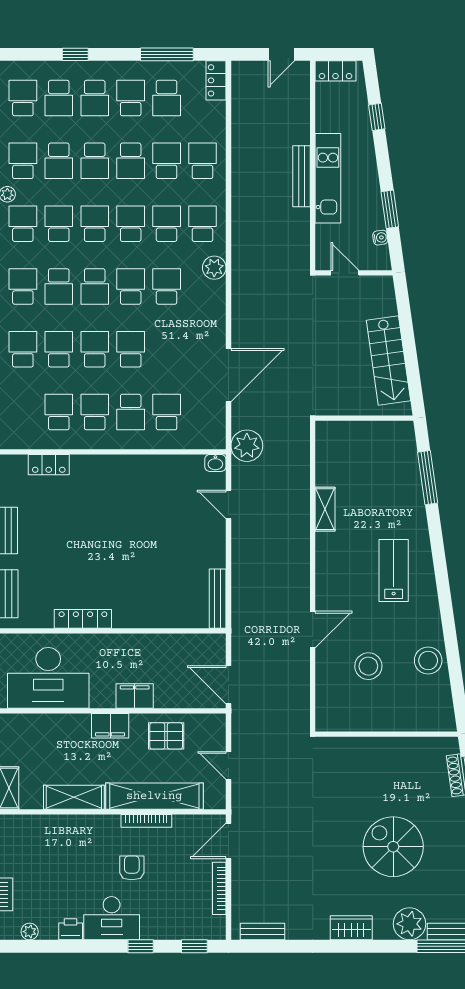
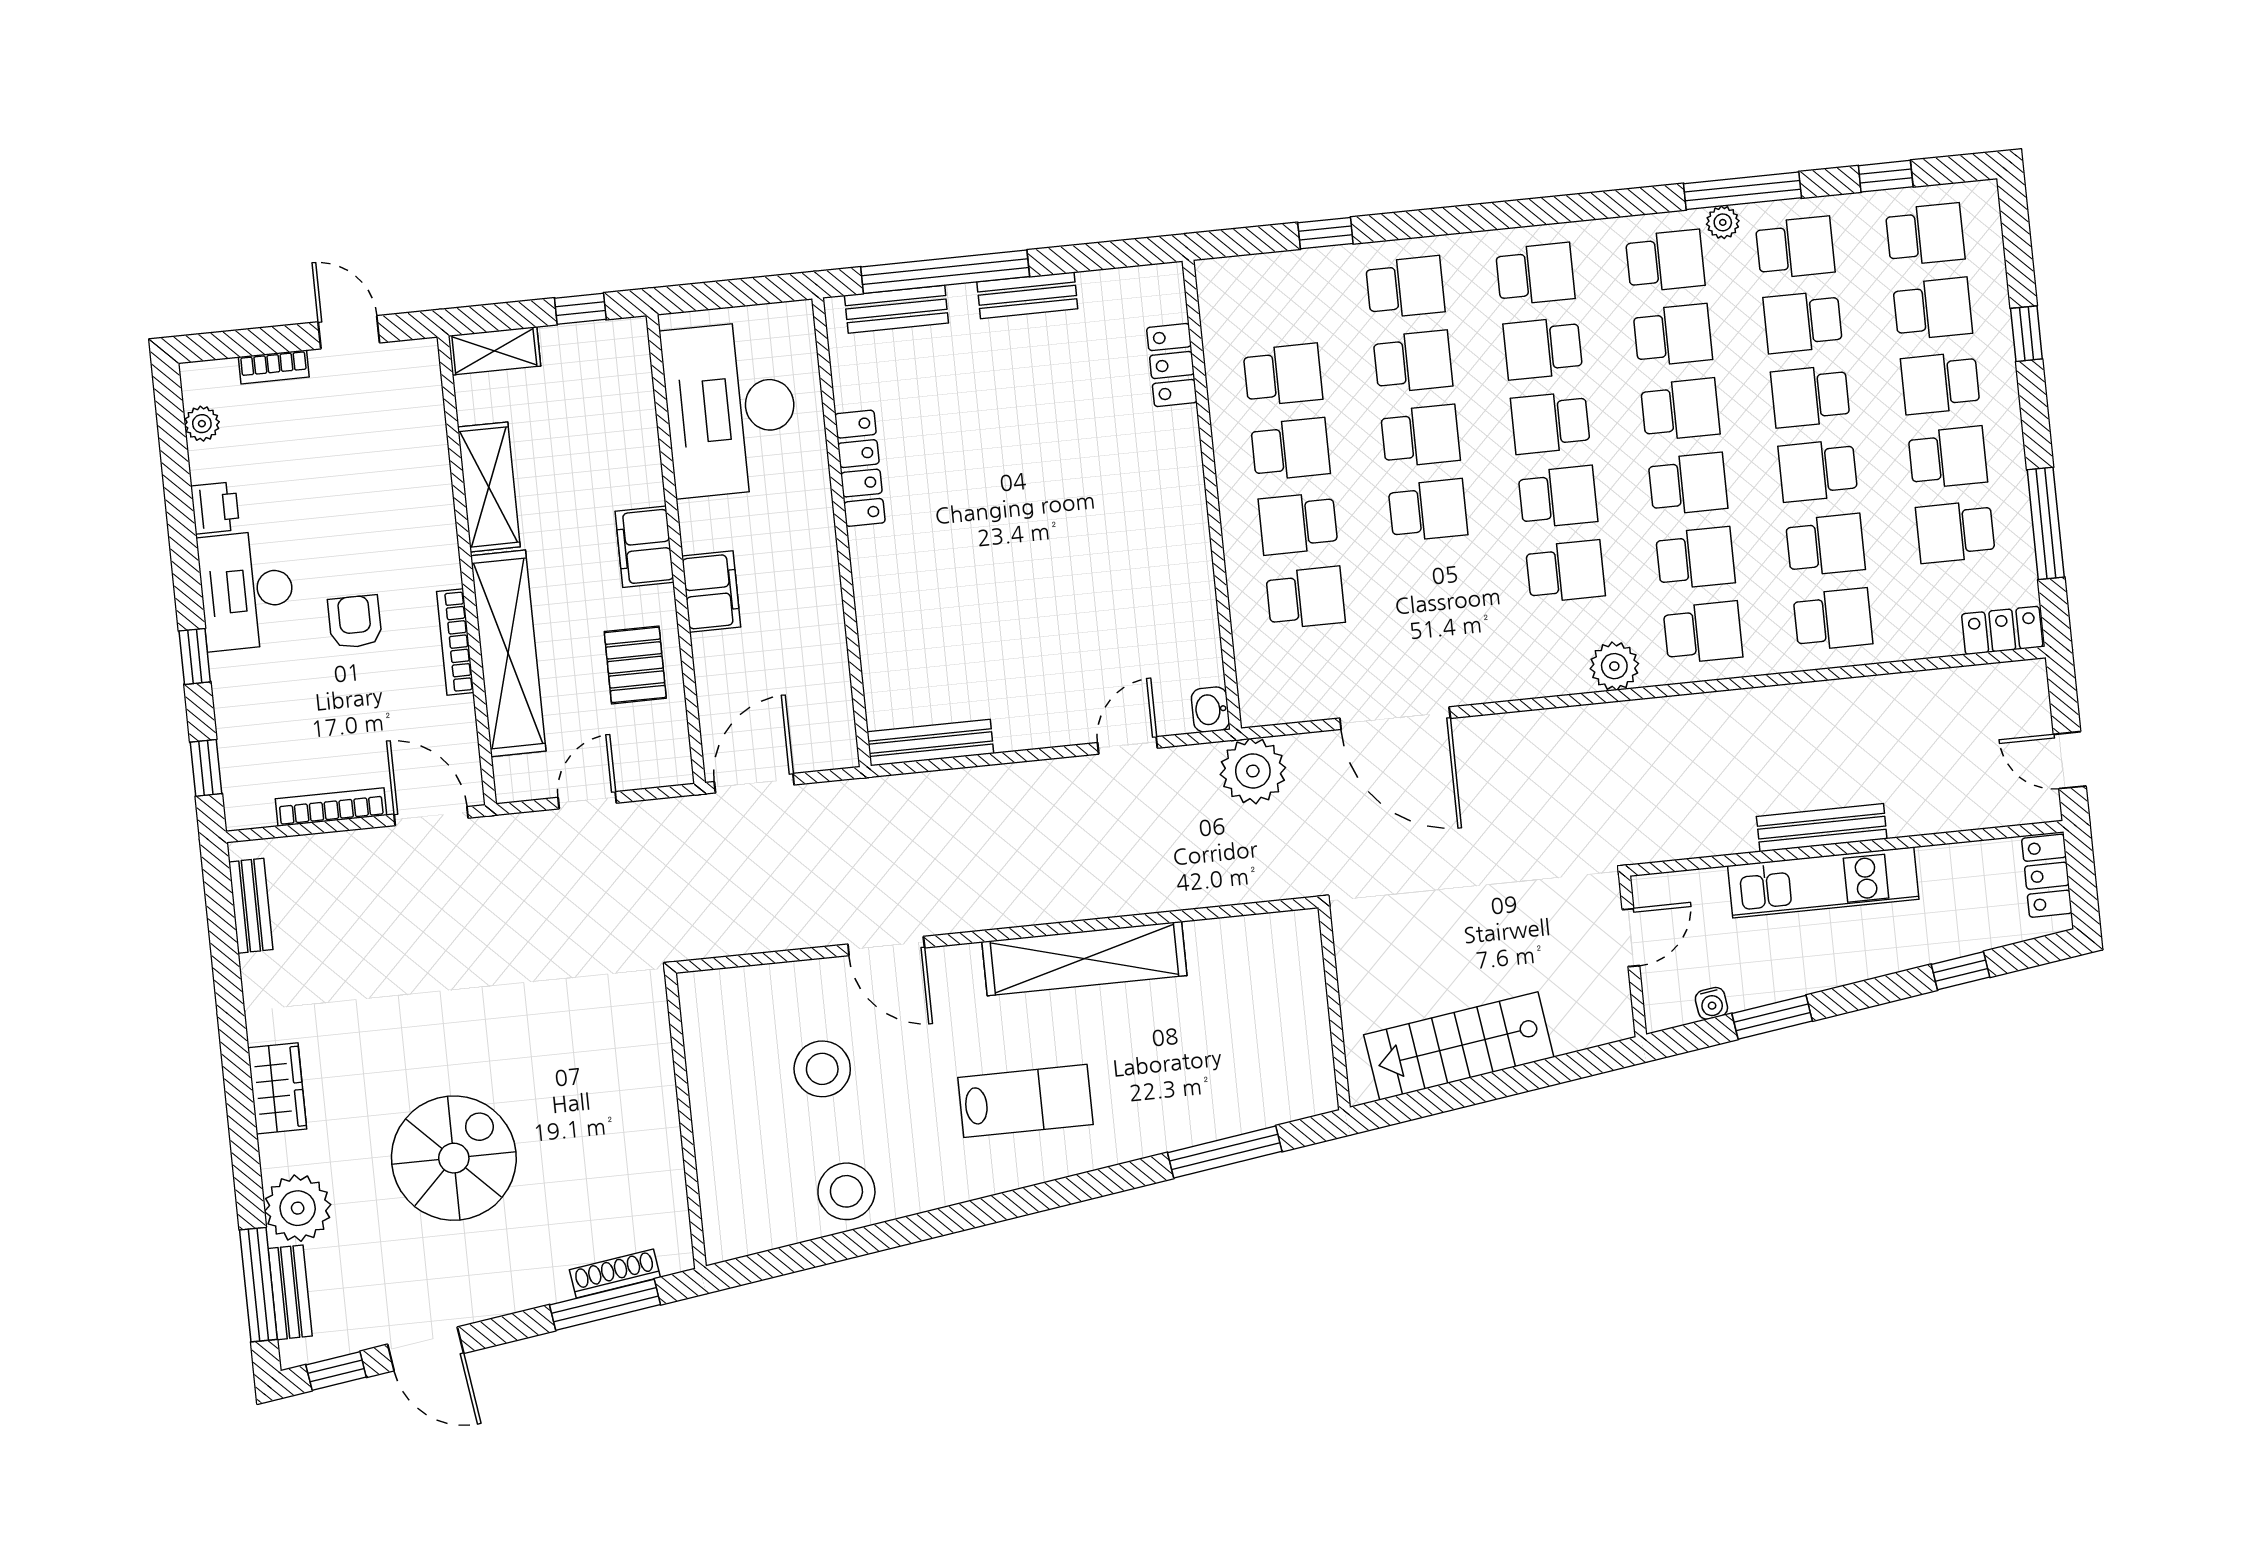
school desk: (59, 98) -> (1933, 309), turned 180
shelving: (325, 509) -> (1084, 959), width x2.20, depth x1.33
armchair: (132, 868) -> (355, 622), turned -90

